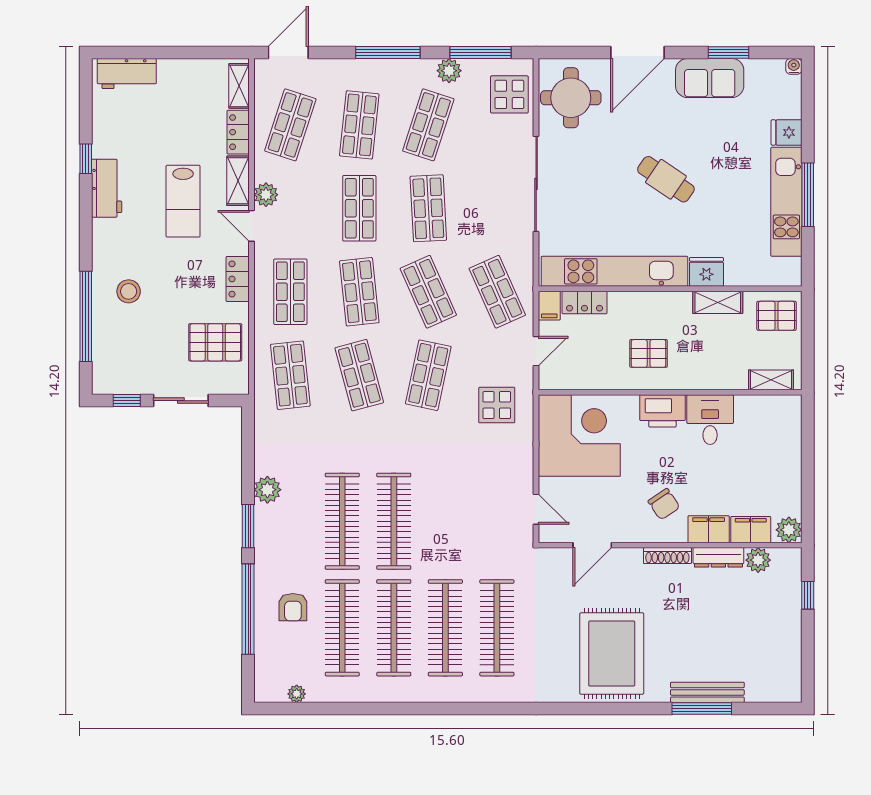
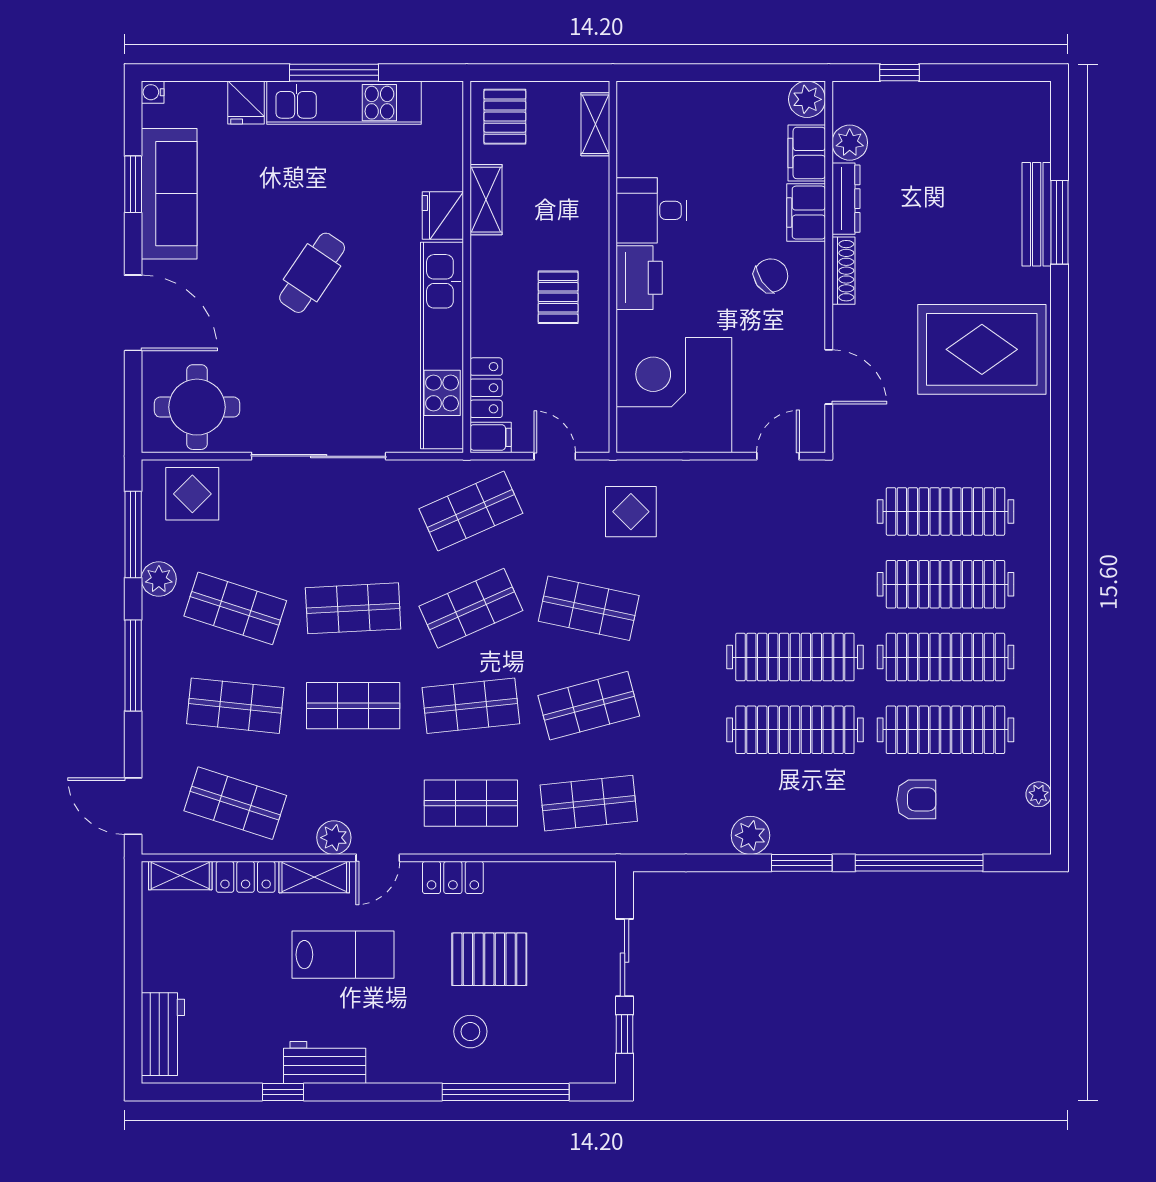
sofa: (710, 78) -> (169, 194), width x1.36
pallet: (215, 342) -> (489, 959), moved, turned 90

